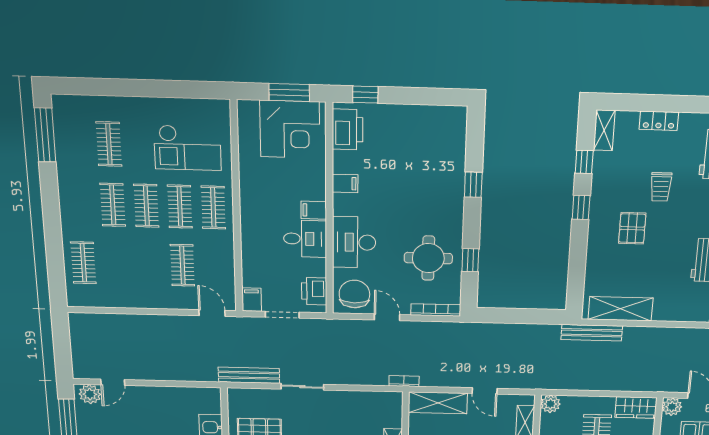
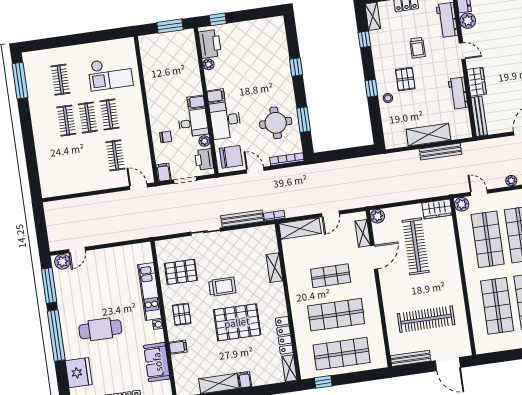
corner desk: (290, 129) -> (173, 50), removed
plant: (341, 159) -> (208, 64), added
filing cabinet: (345, 183) -> (216, 96), moved
clothes rail: (213, 207) -> (131, 111), removed
window: (581, 207) -> (371, 88), moved
stool: (601, 250) -> (388, 98), added
chair: (261, 252) -> (166, 137), added
window: (470, 260) -> (304, 120), width x1.50
clothes rail: (83, 263) -> (51, 165), removed
plant: (318, 266) -> (204, 141), added
chair: (354, 294) -> (231, 157), turned 90
shelving: (621, 309) -> (428, 135), moved
bench: (592, 333) -> (440, 152), moved
bench: (249, 375) -> (242, 219), moved
door: (485, 391) -> (330, 214), hinge flipped

